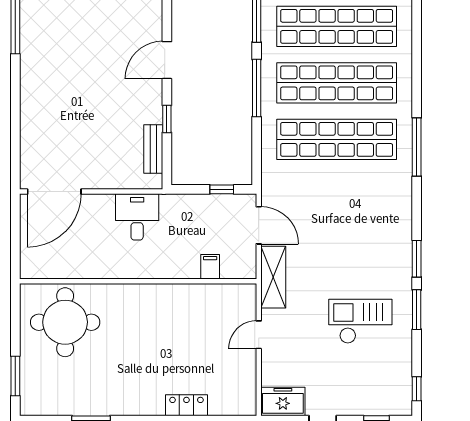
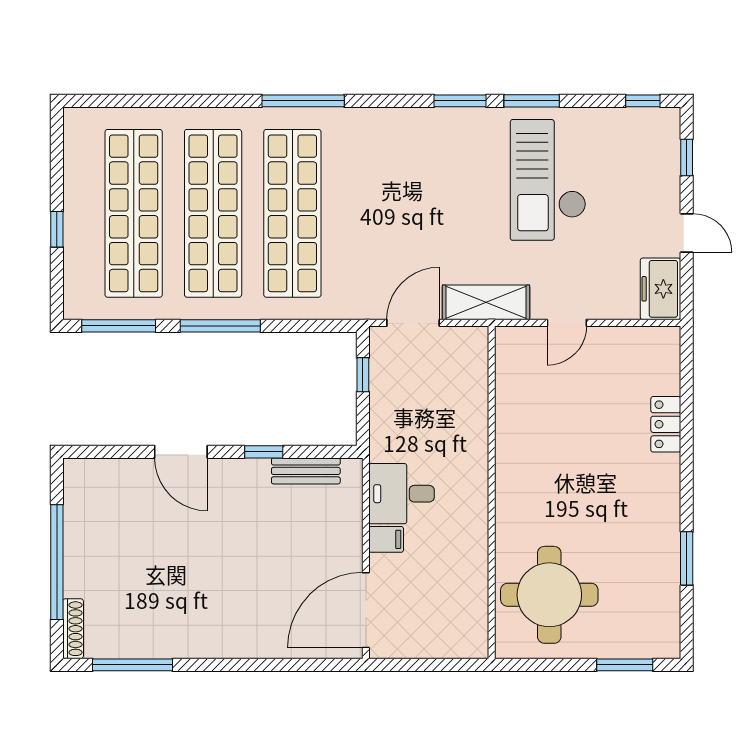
door: (54, 192) -> (366, 610), swing flipped
filing cabinet: (210, 267) -> (386, 539), moved, turned 180
checkout: (360, 321) -> (548, 180), width x1.36, depth x1.21
door: (259, 335) -> (567, 323), hinge flipped

